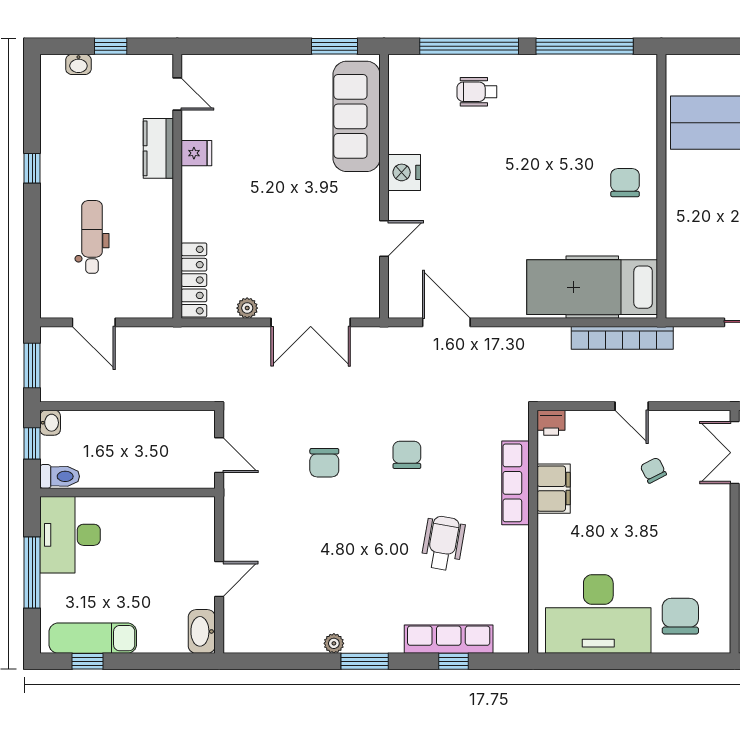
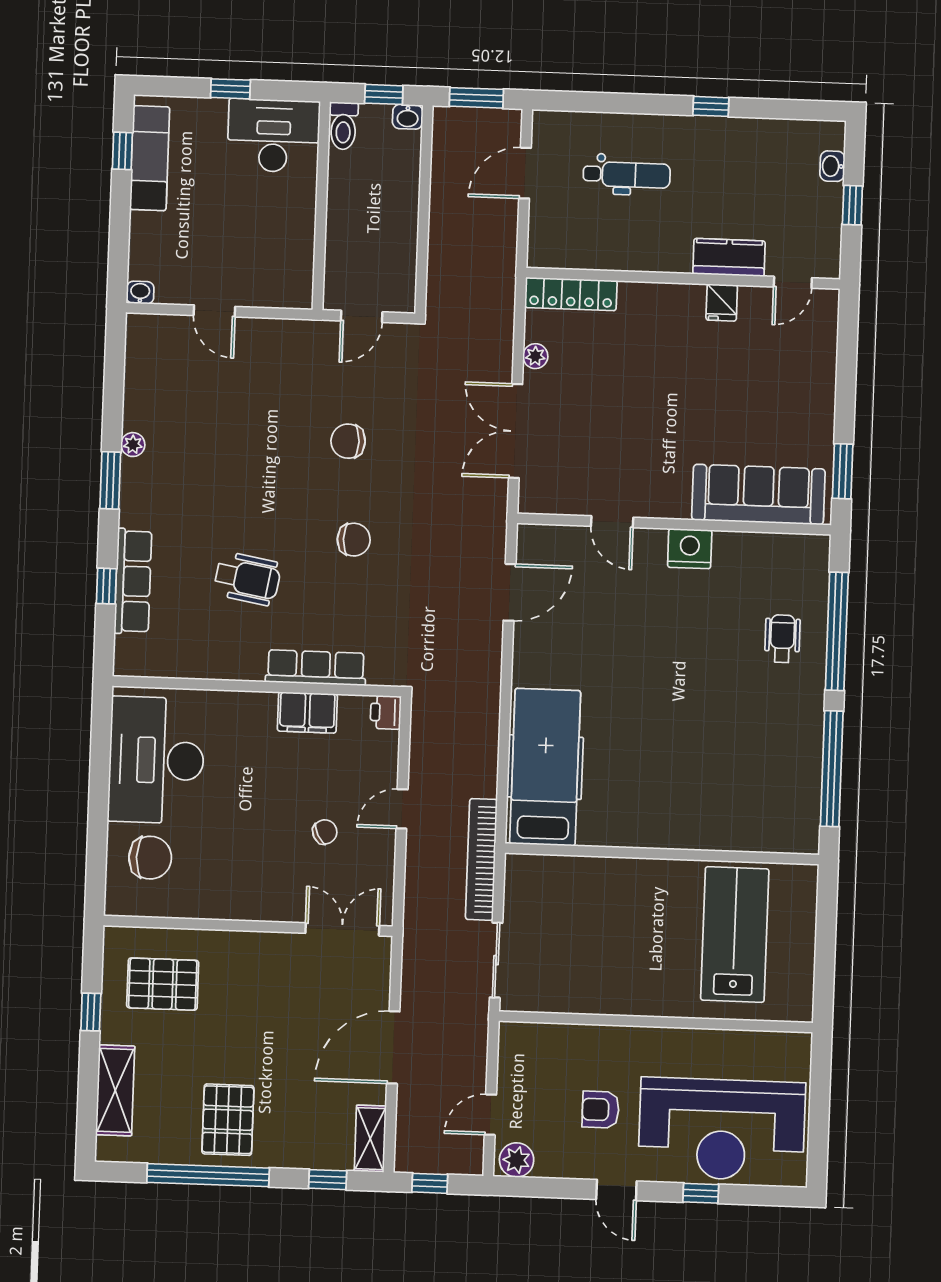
chair: (625, 183) -> (668, 811), removed
bookcase: (622, 338) -> (481, 859), moved
window: (32, 572) -> (230, 89), width x0.46
washbasin: (202, 631) -> (140, 293), width x0.52, depth x0.69

